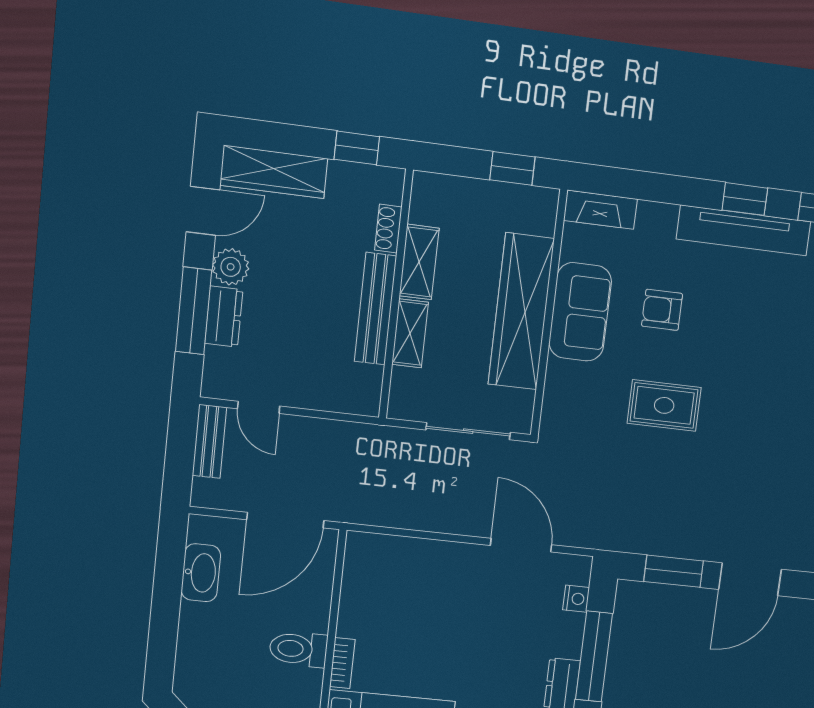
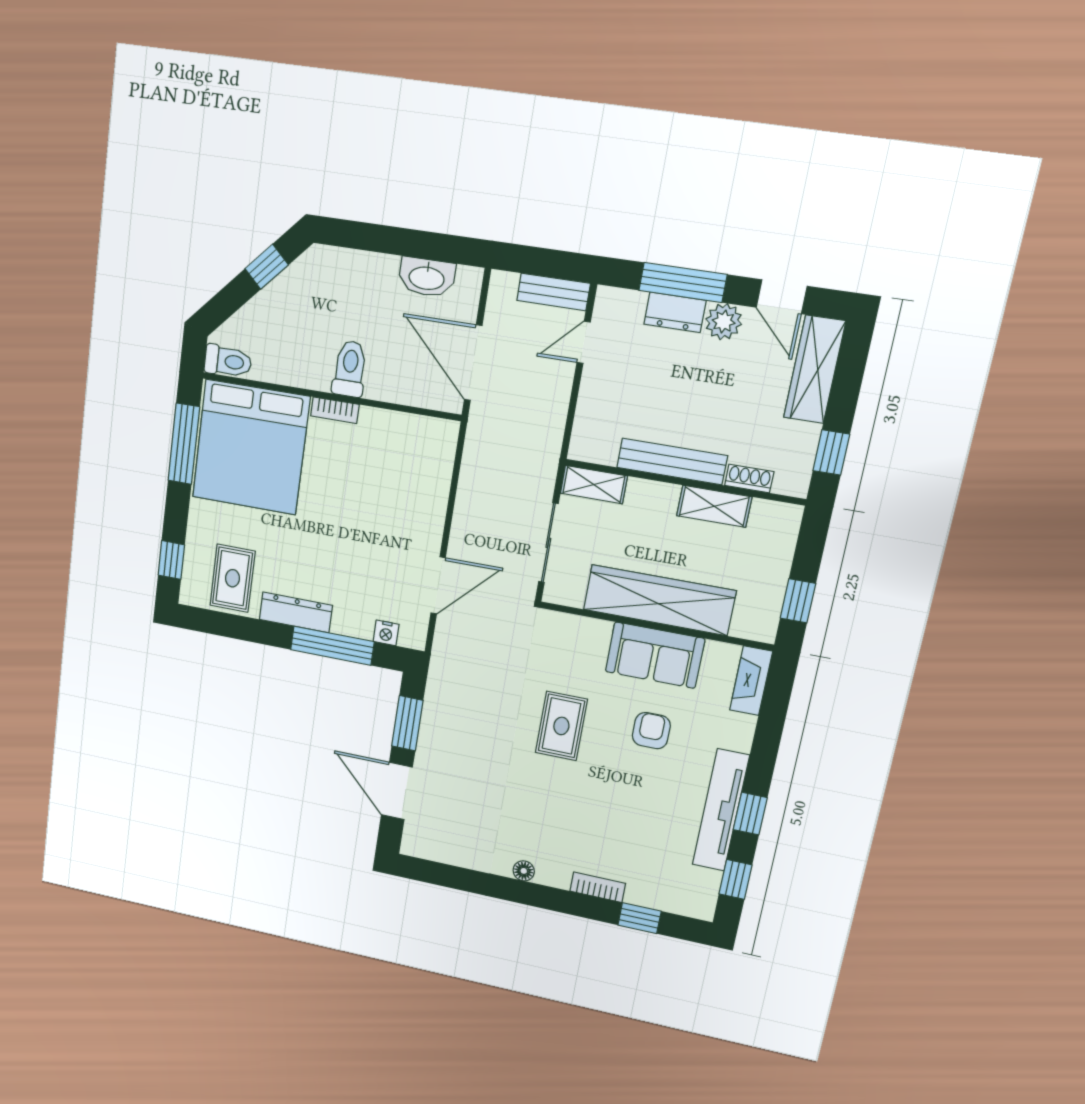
shelving: (410, 333) -> (594, 485), moved

